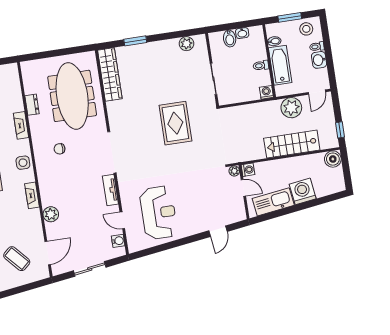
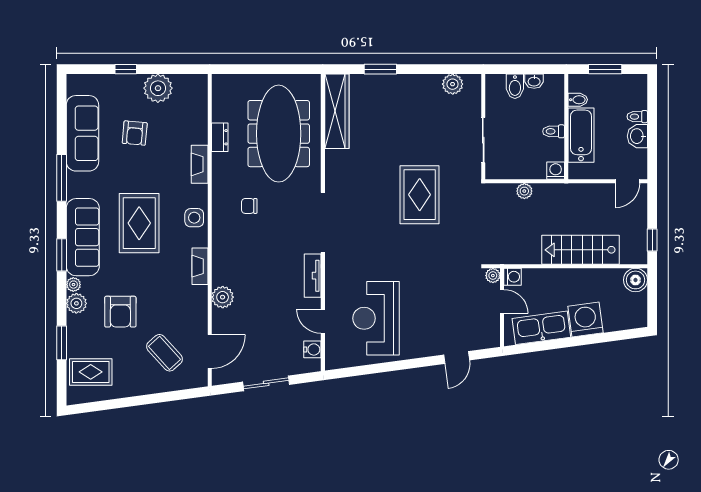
stool: (306, 29) -> (626, 89), removed
plant: (291, 108) -> (524, 191), moved, width x0.53, depth x0.53
reception desk: (159, 213) -> (376, 318), turned 180

